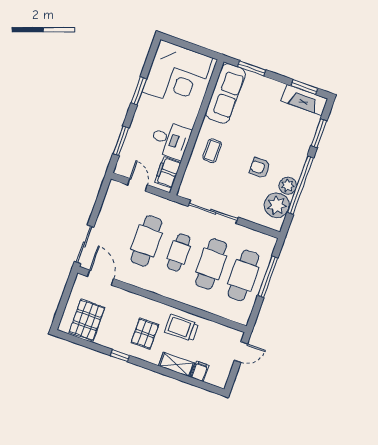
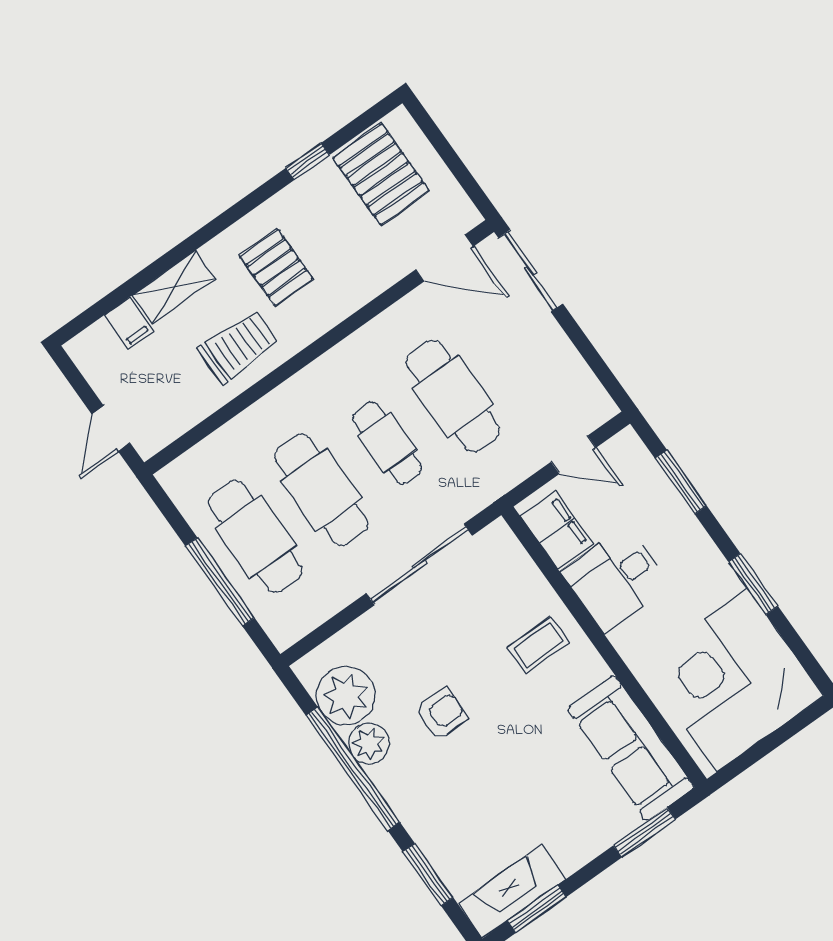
coffee table: (212, 151) -> (538, 645), turned 90
window: (120, 356) -> (308, 161), moved

